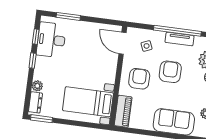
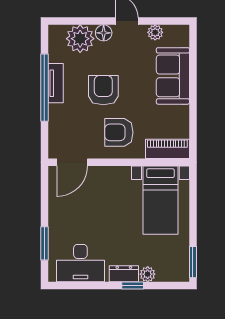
window: (36, 37) -> (79, 285), removed
side table: (147, 46) -> (71, 128), removed
window: (33, 61) -> (133, 285), moved
armchair: (170, 72) -> (103, 90), turned 90
dresser: (35, 102) -> (124, 274), moved

